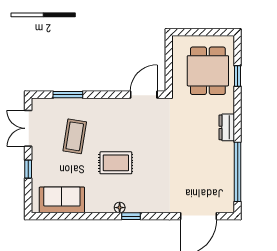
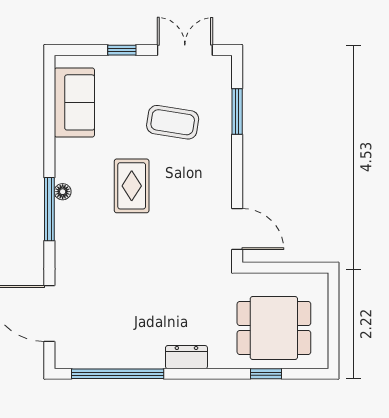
window: (131, 216) -> (49, 209), width x2.17

